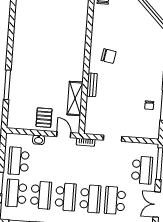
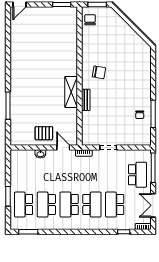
shelving: (75, 98) -> (71, 92), moved
pallet: (44, 118) -> (44, 133), turned 90
school desk: (19, 161) -> (24, 175), removed
school desk: (41, 195) -> (46, 205), turned 180
school desk: (66, 197) -> (69, 205), turned 180

